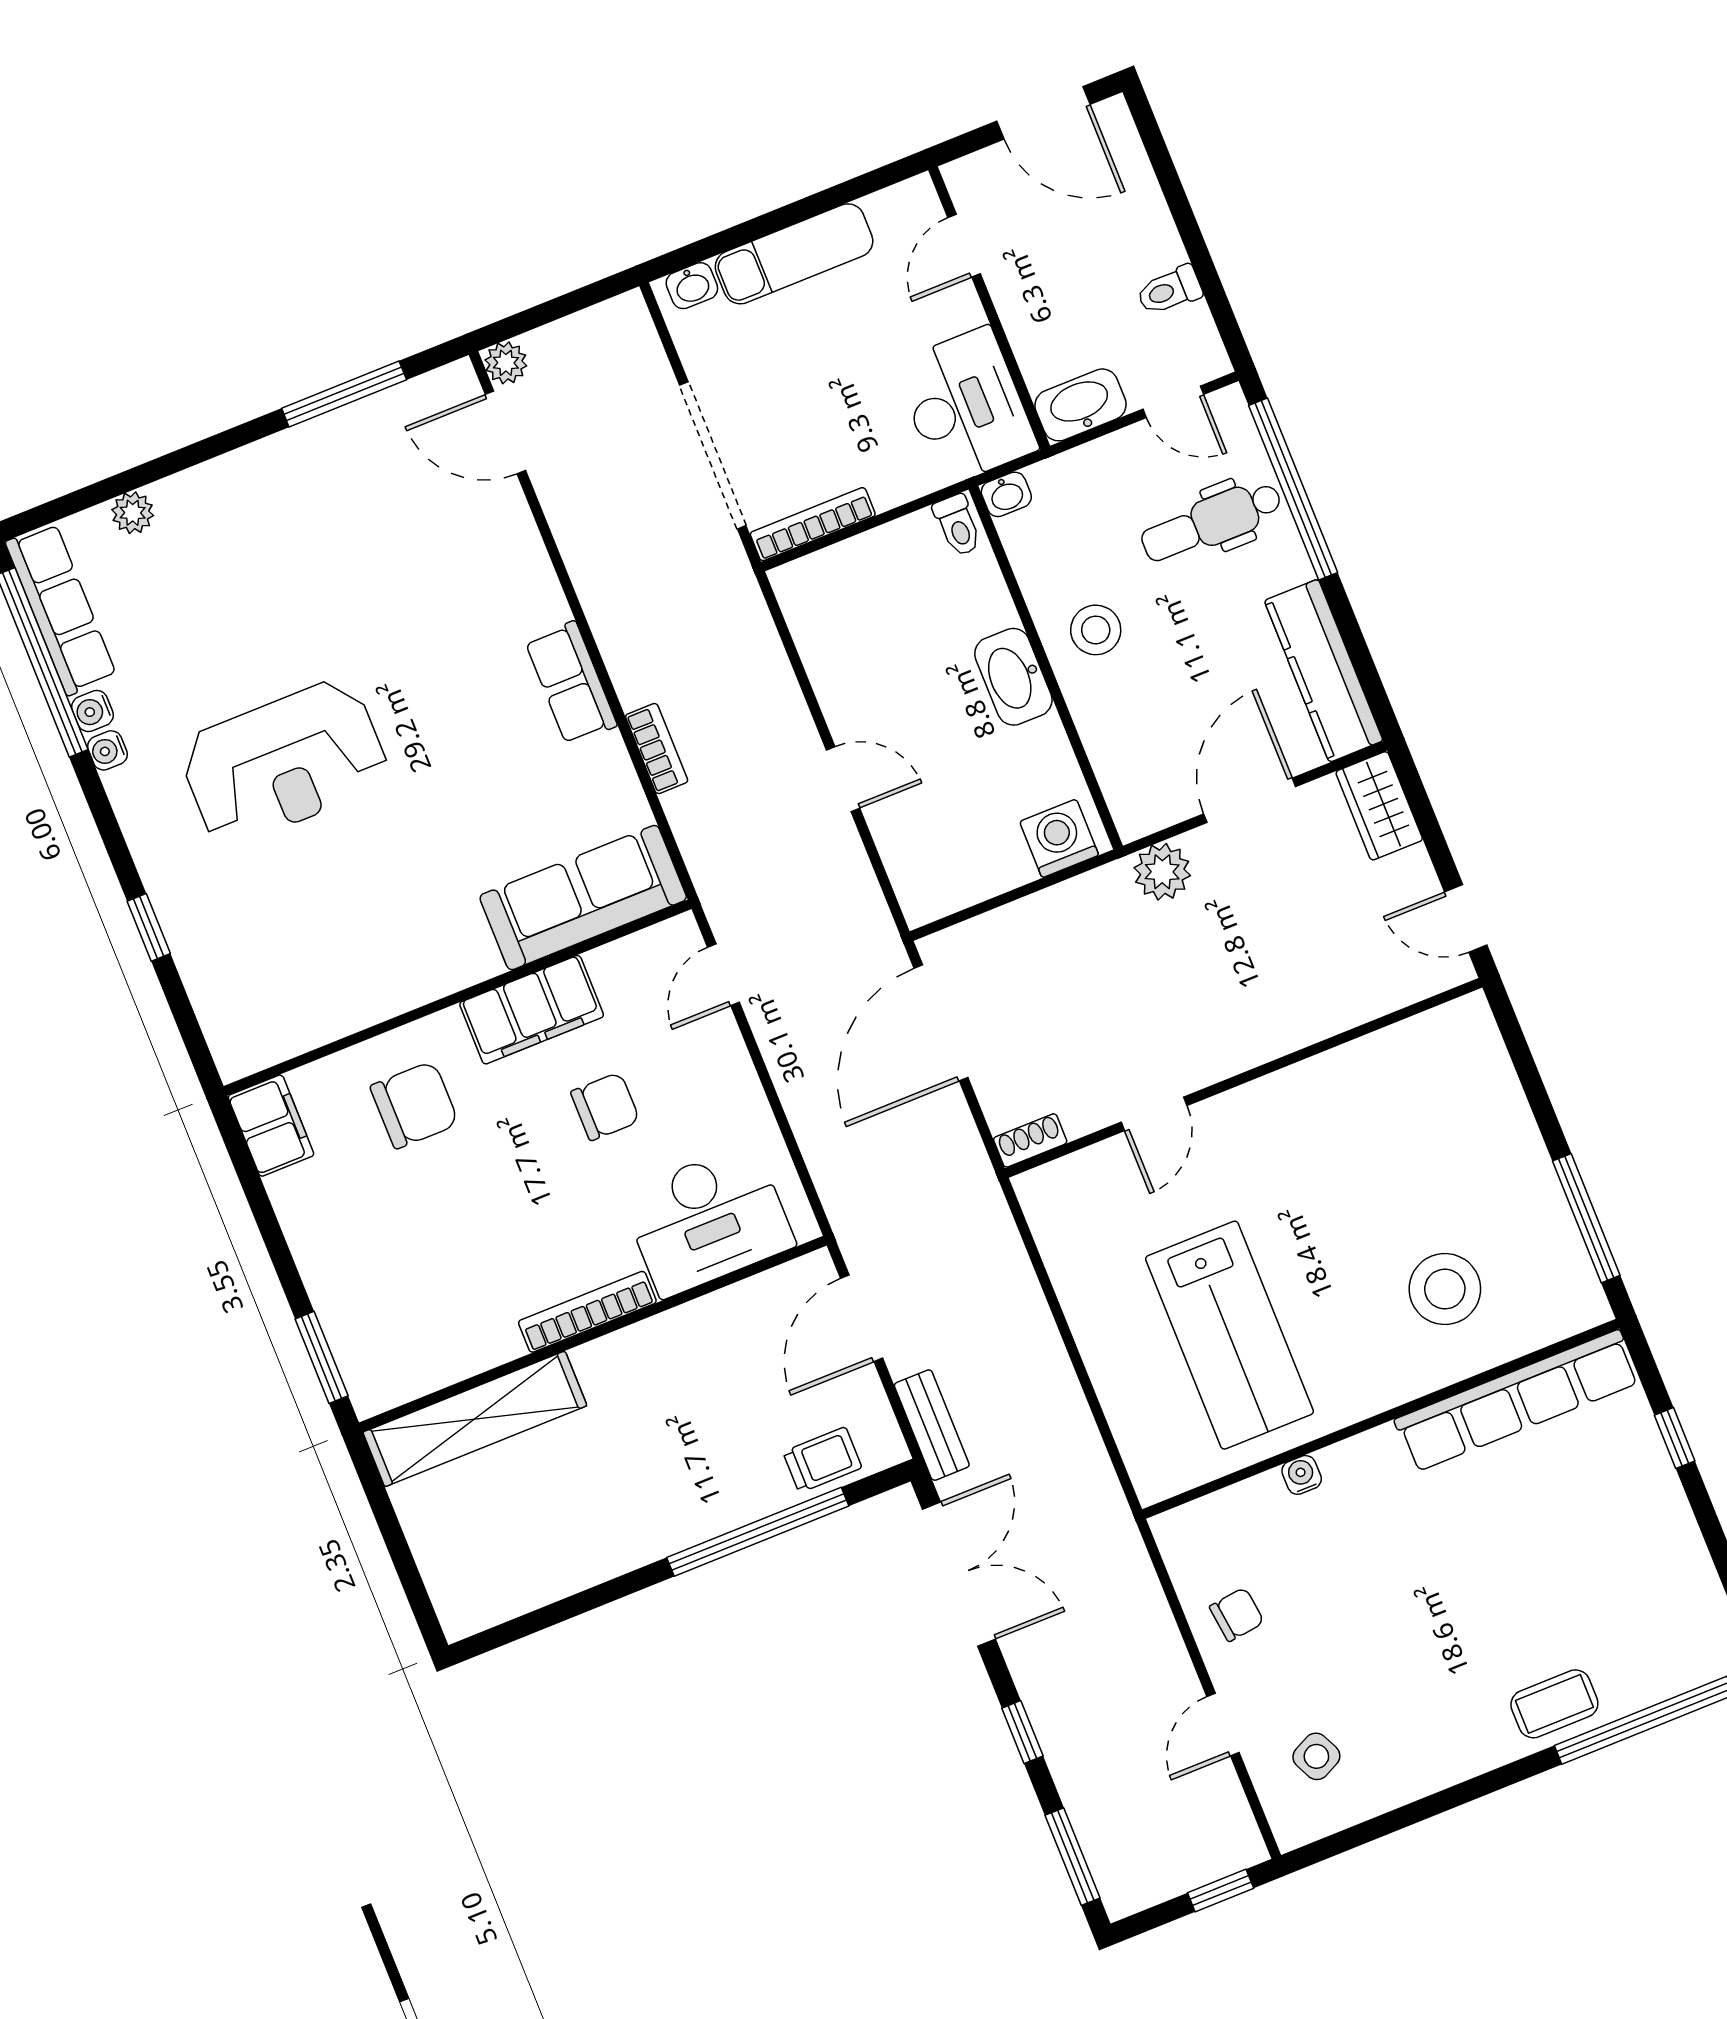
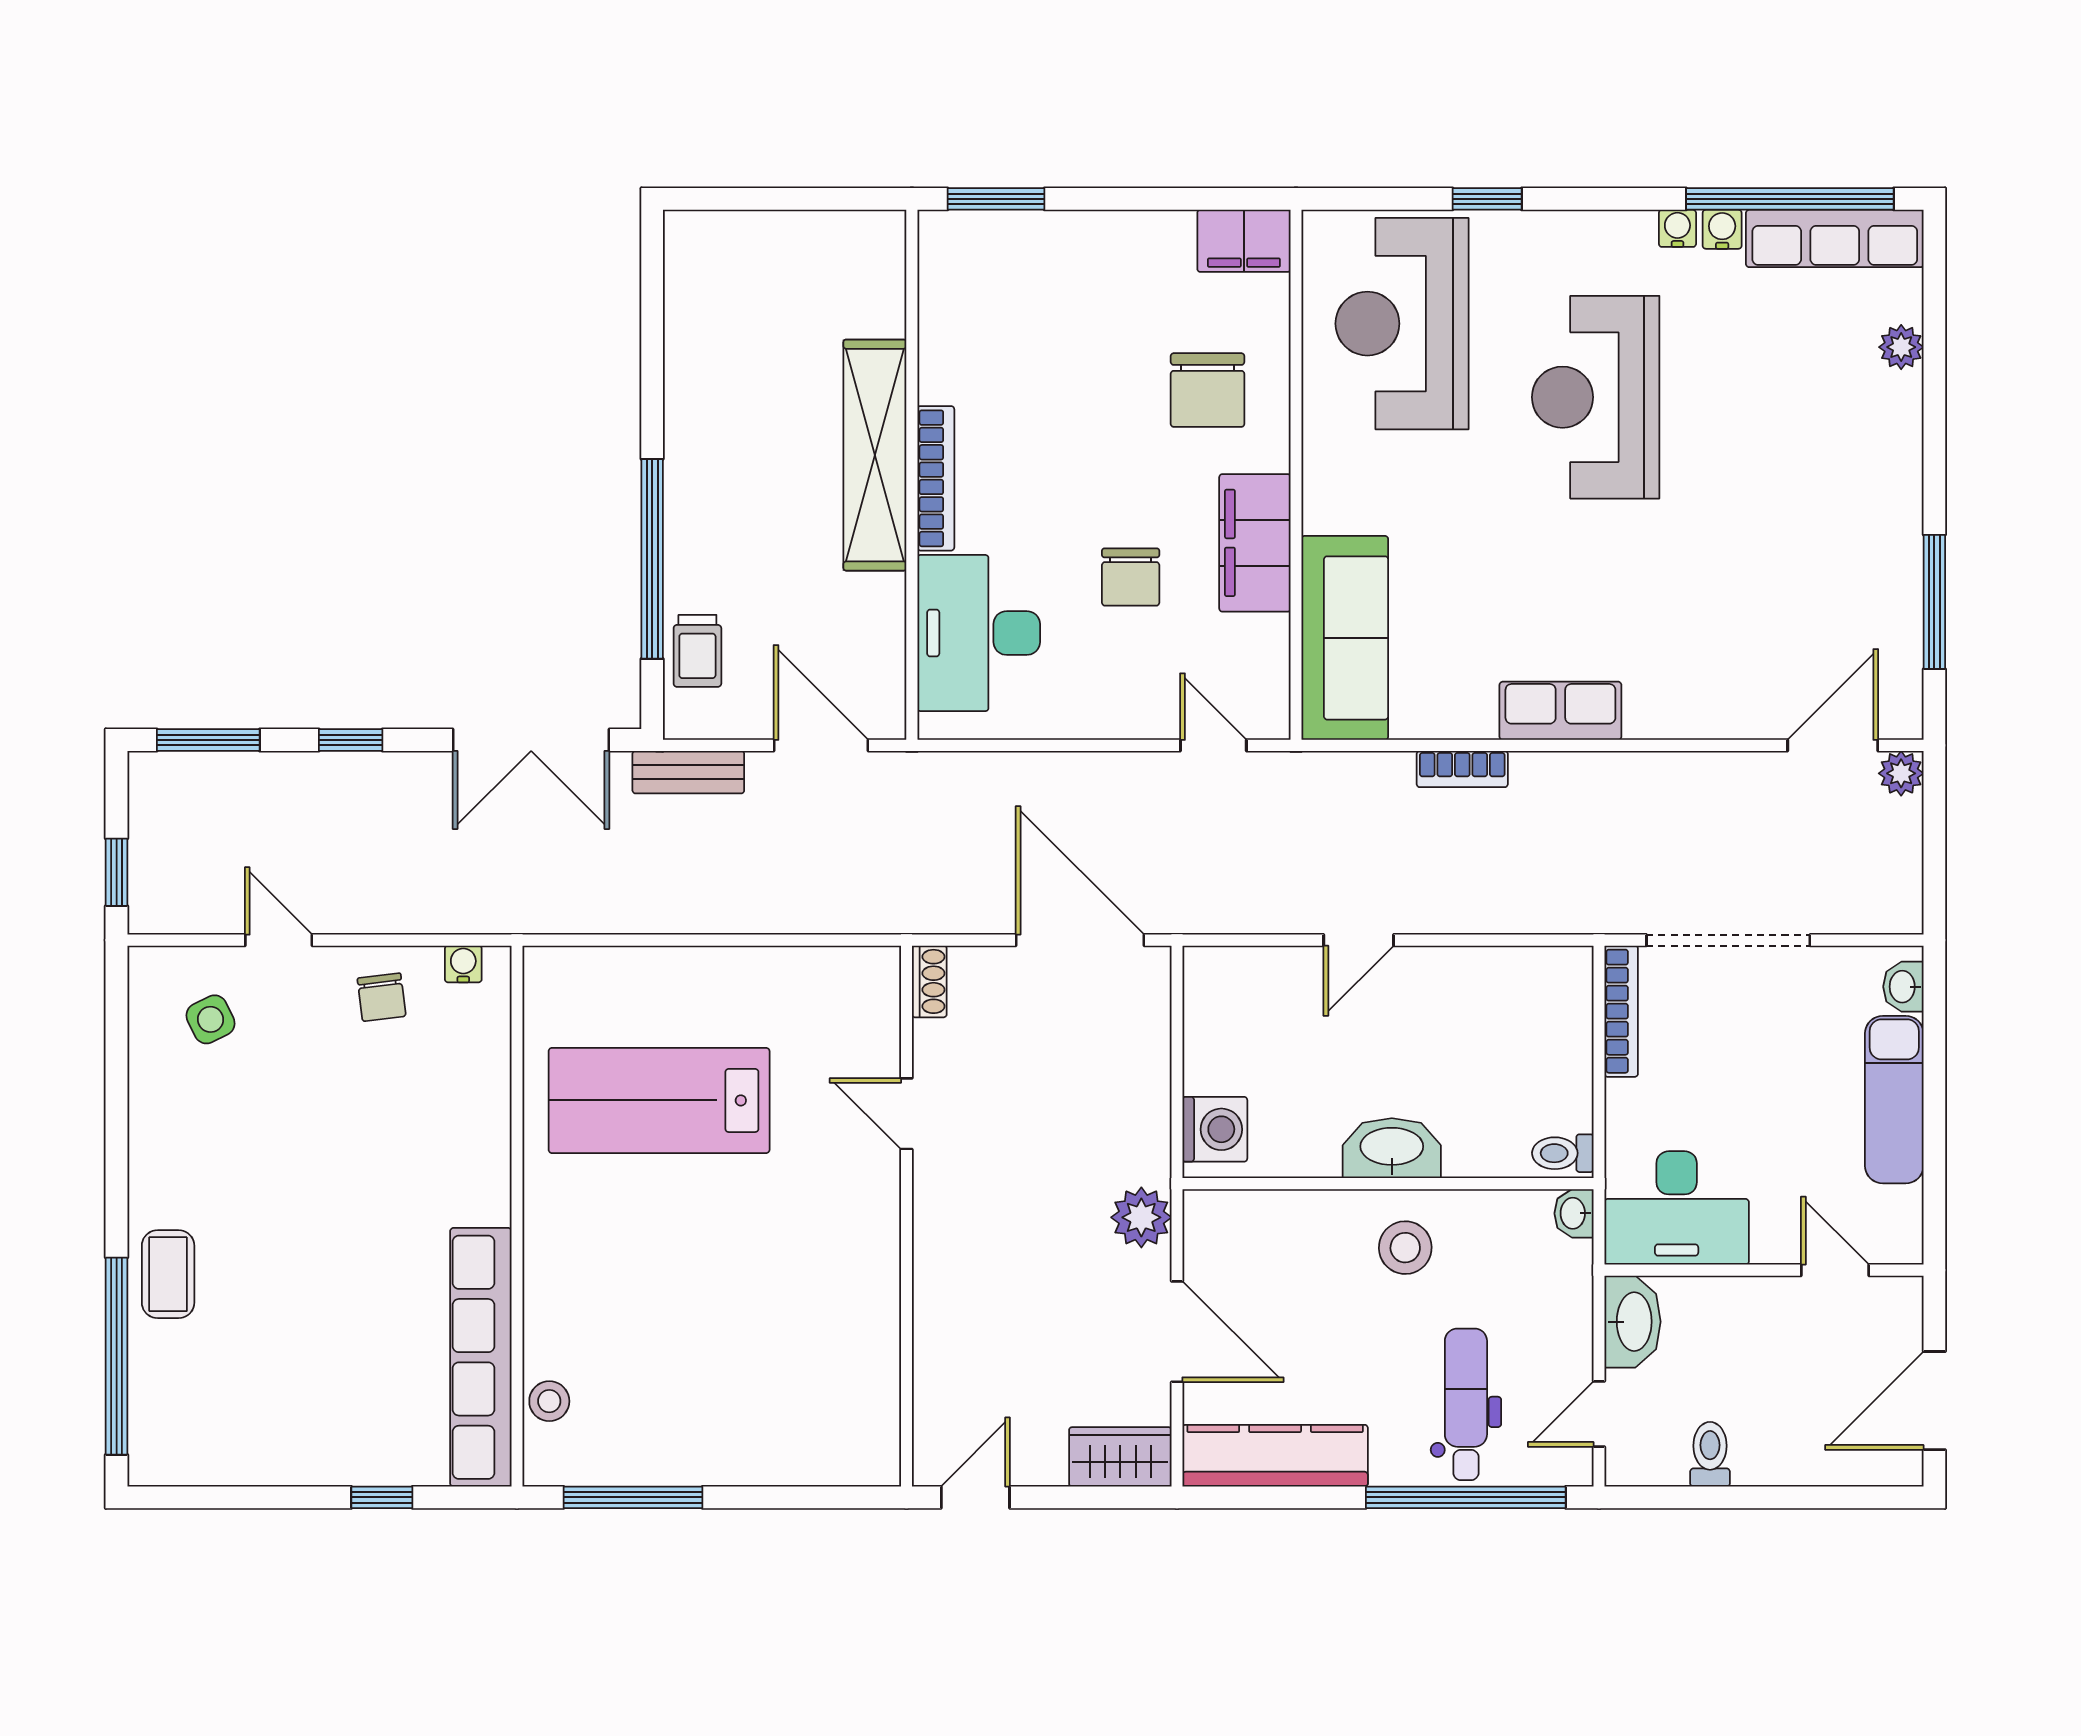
reception desk: (288, 958) -> (1402, 324), added
stool: (1445, 1289) -> (549, 1401), moved, width x0.53, depth x0.53
shelving: (475, 1419) -> (875, 455), moved
water cooler: (1302, 1475) -> (463, 964), moved, turned -90

